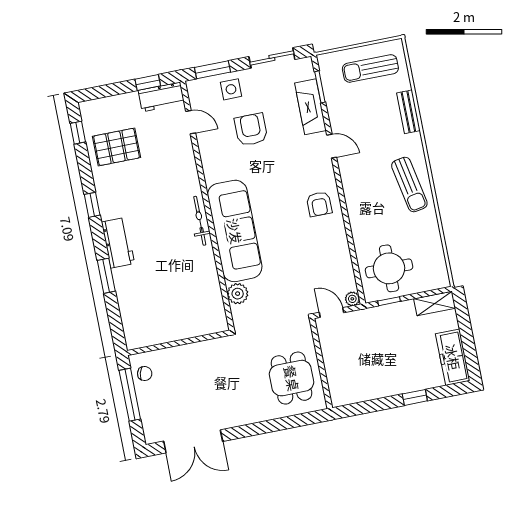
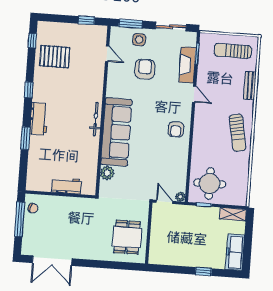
workbench: (161, 97) -> (66, 186), moved, turned 180

